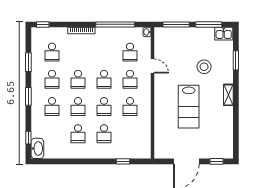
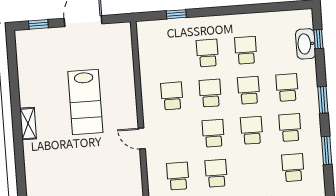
window: (236, 60) -> (21, 175), removed
door: (152, 66) -> (142, 138), moved
stool: (204, 67) -> (67, 163), removed
school desk: (130, 79) -> (216, 173), moved
lab bench: (189, 107) -> (85, 102), turned 180
washbasin: (37, 148) -> (306, 44), moved

